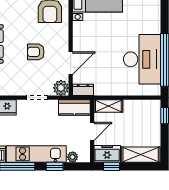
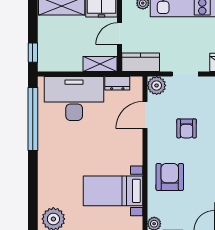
armchair: (36, 52) -> (187, 128), turned 90
desk: (142, 59) -> (74, 98), moved, turned 90
dresser: (83, 90) -> (117, 83), moved

